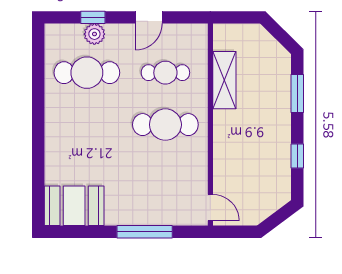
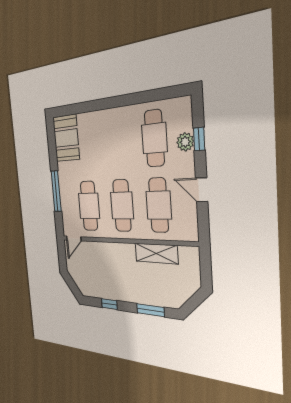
cafe table: (165, 73) -> (159, 205), width x1.37, depth x1.35
cafe table: (165, 177) -> (89, 206), added

